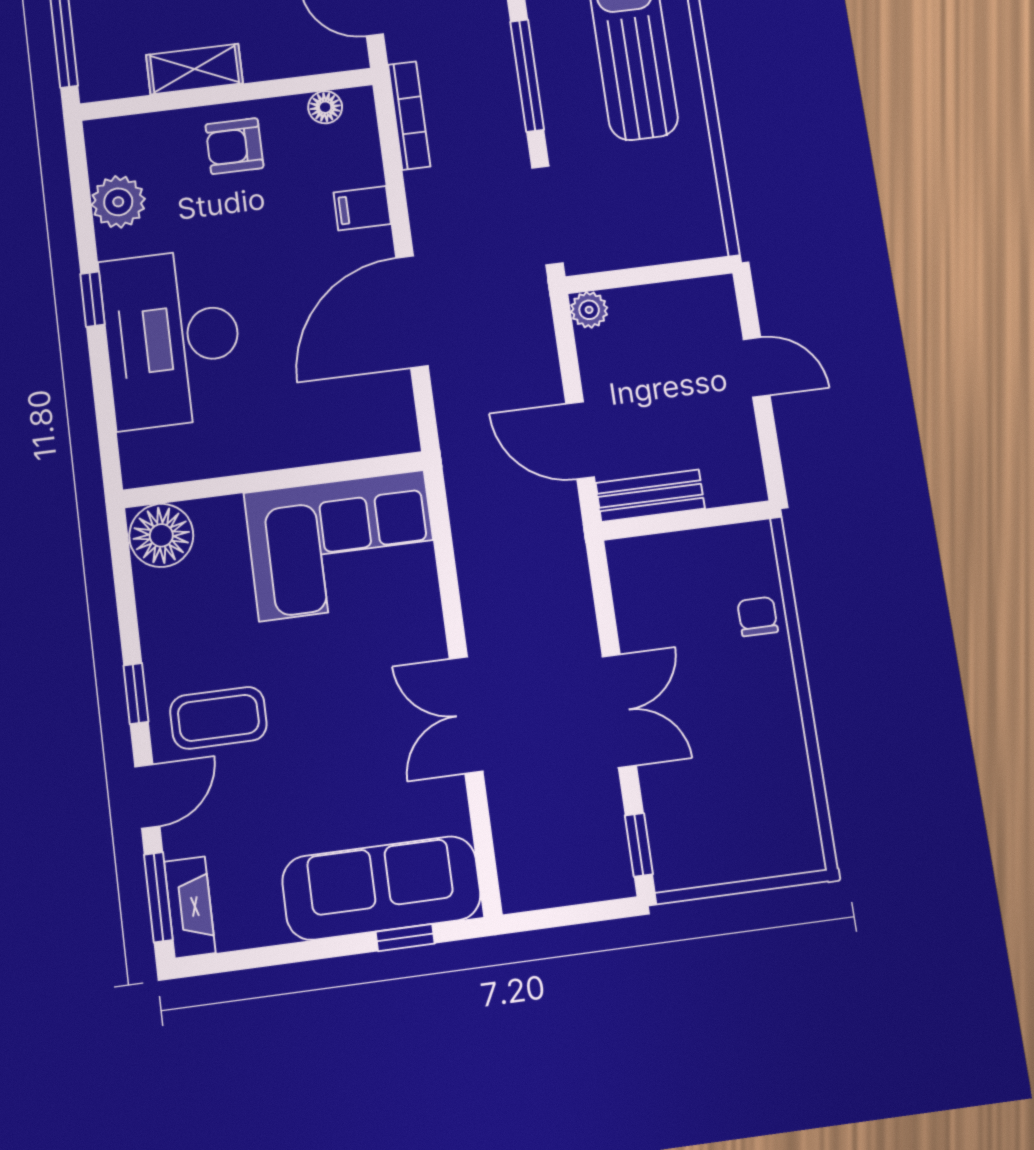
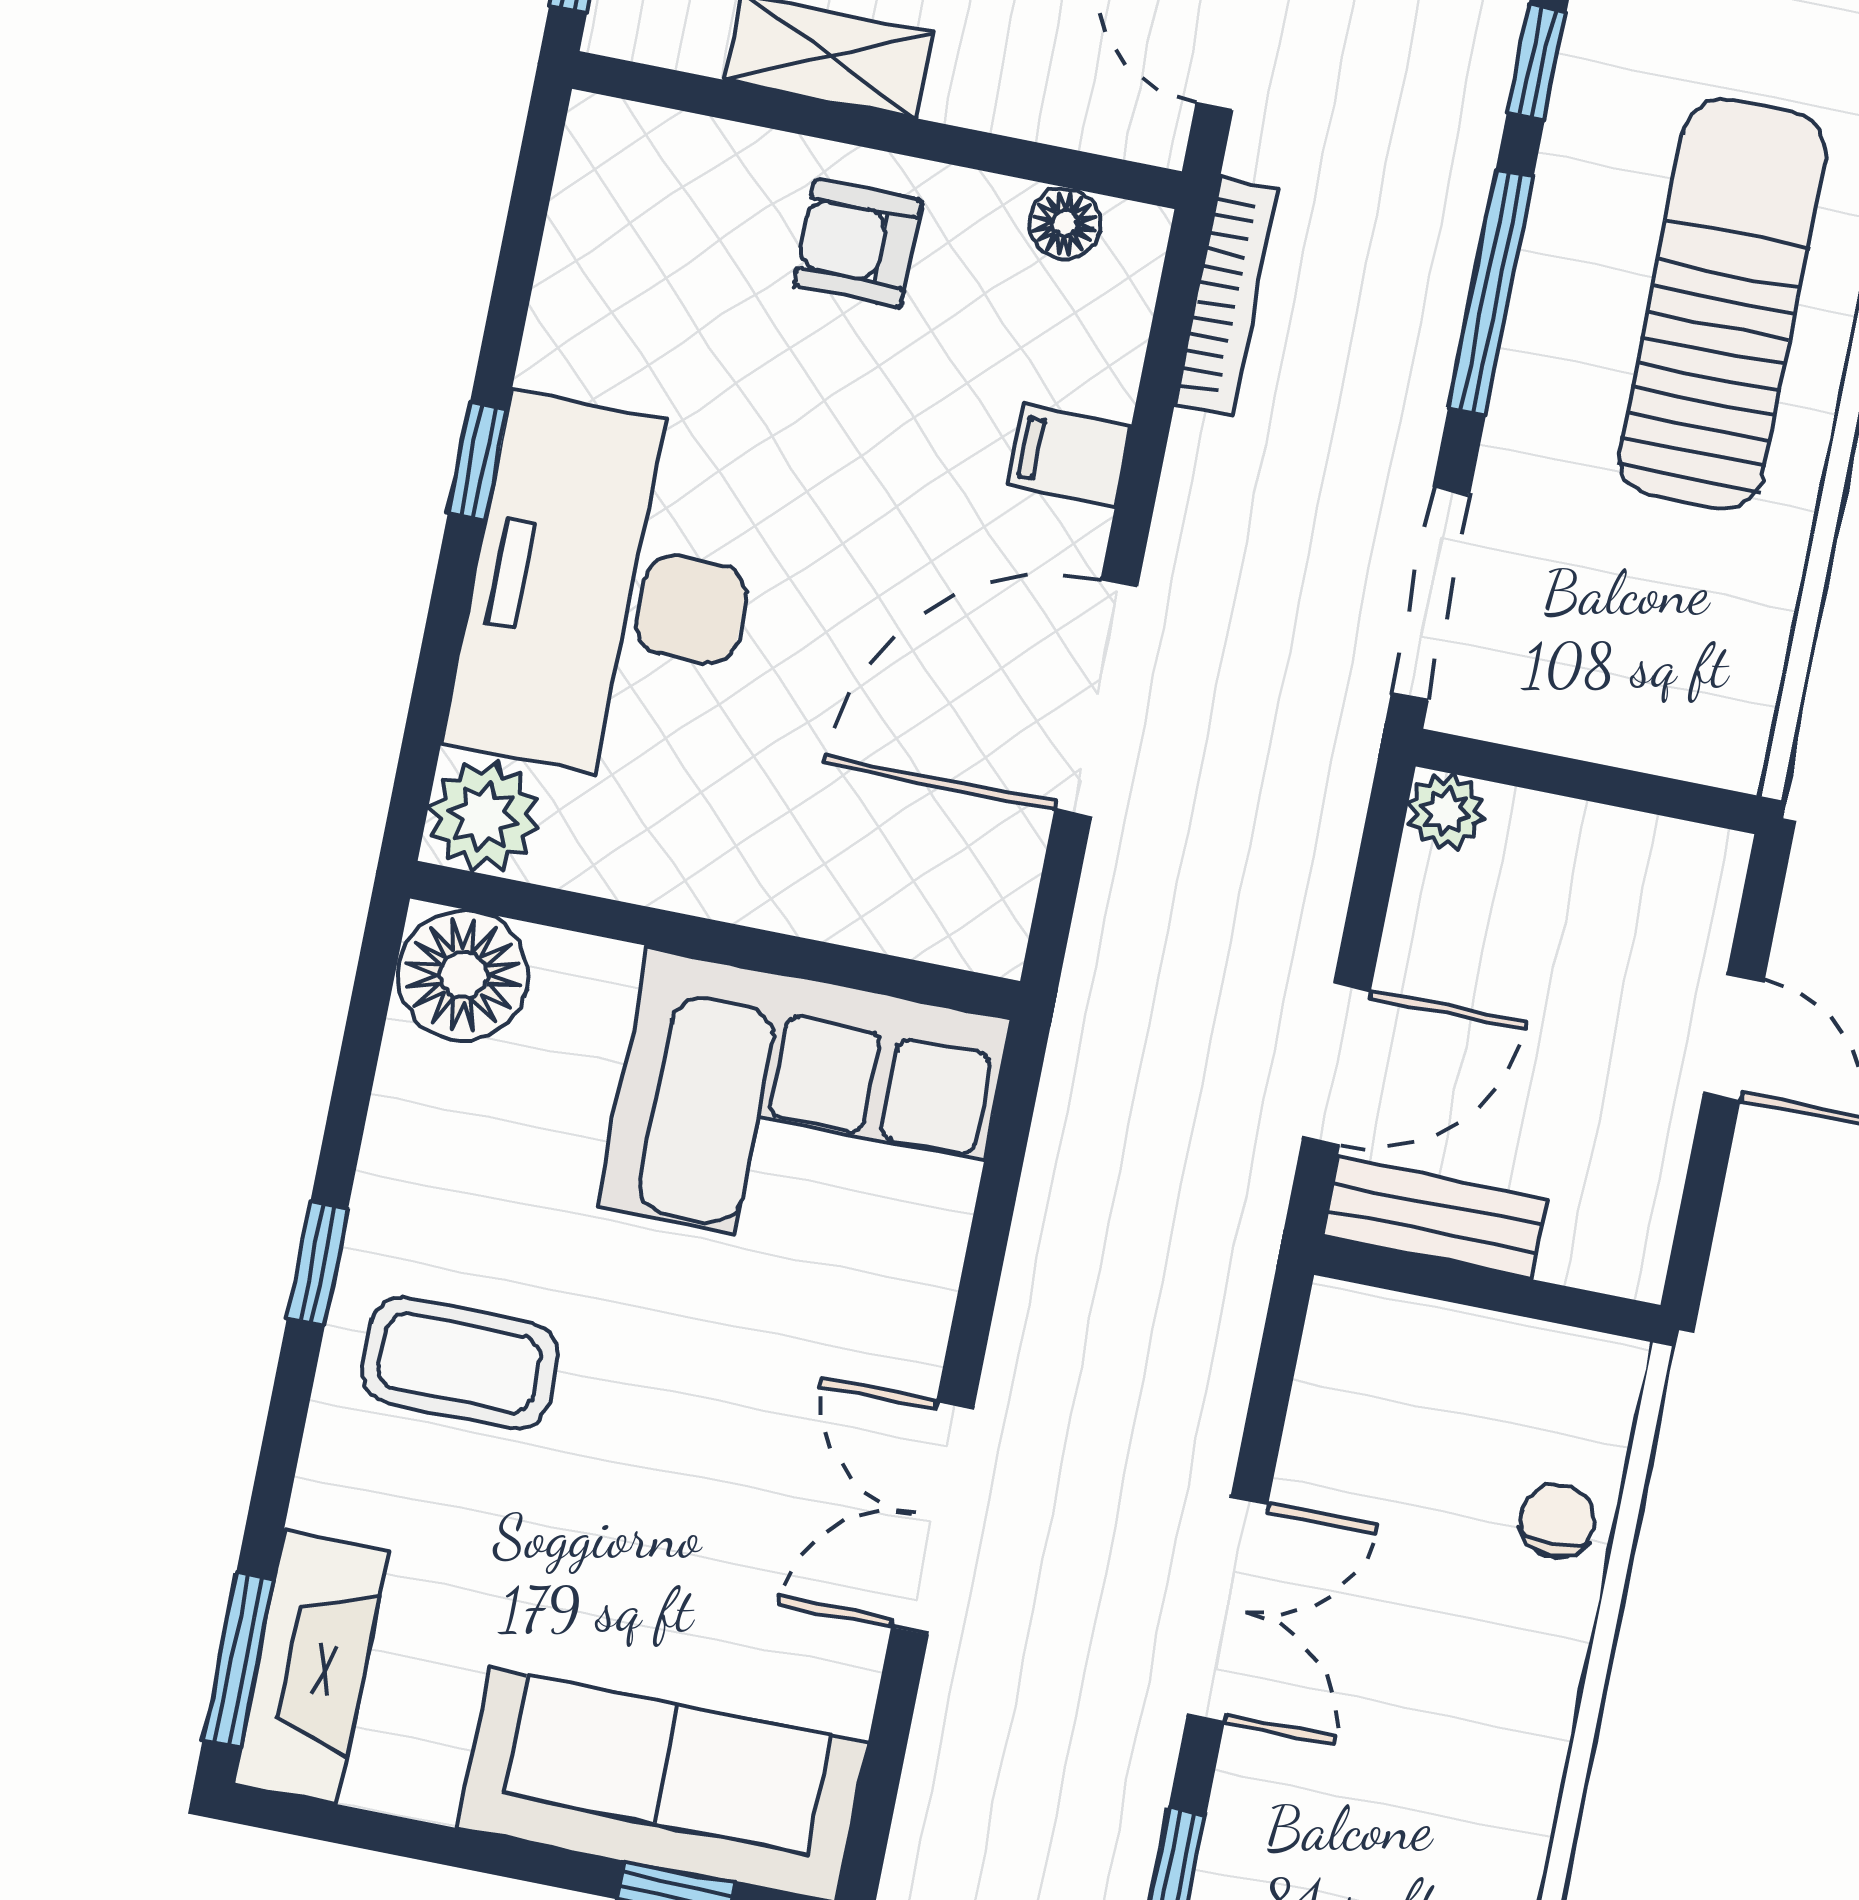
plant: (118, 202) -> (484, 817), moved
door: (580, 440) -> (1337, 1064), swing flipped
door: (147, 796) -> (277, 1465), removed
fireplace: (190, 907) -> (311, 1667), width x1.37, depth x1.32

